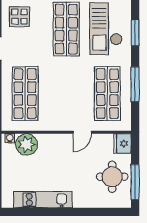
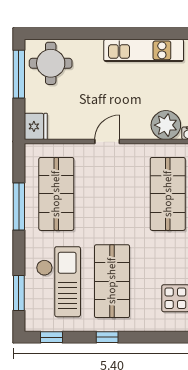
window: (135, 33) -> (19, 293), moved
door: (82, 132) -> (107, 142), moved
round table: (112, 177) -> (51, 63), moved

